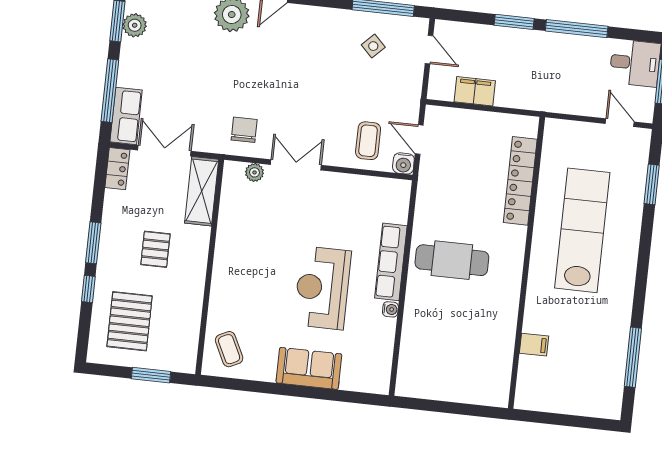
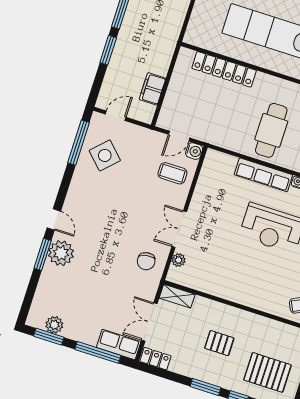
side table: (373, 46) -> (105, 155), width x1.87, depth x1.87
chair: (244, 130) -> (146, 261), turned -99
shelving: (202, 191) -> (177, 296), width x0.67, depth x0.75

